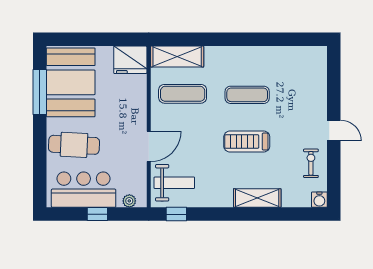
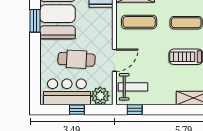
window: (40, 92) -> (35, 21), width x0.69
cafe table: (74, 145) -> (77, 59), moved
plant: (129, 201) -> (100, 96), width x1.87, depth x1.87

